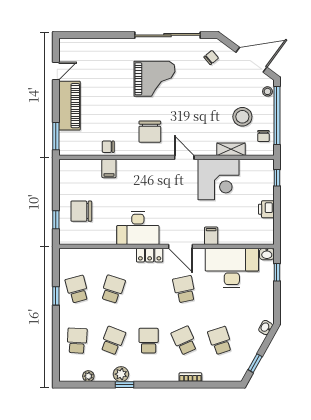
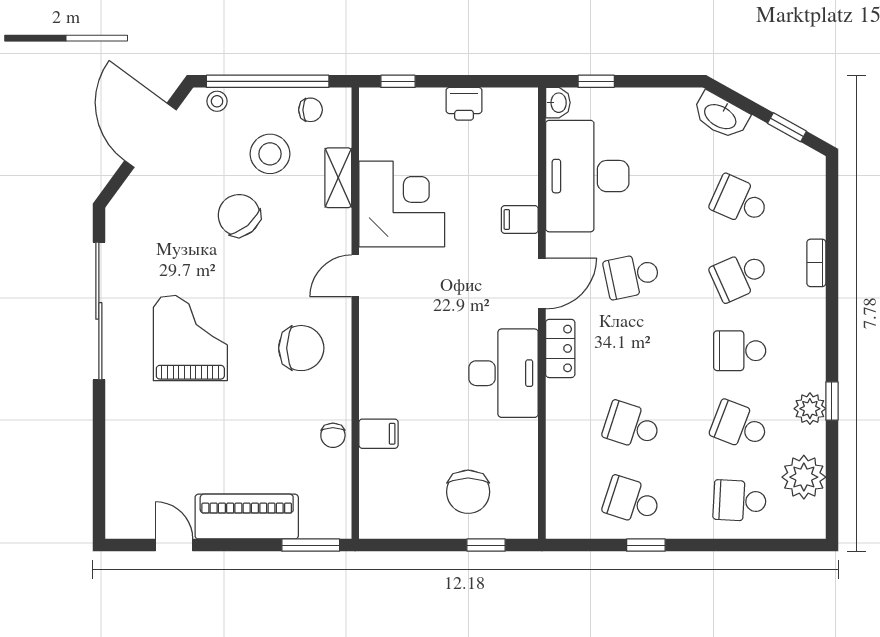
chair: (211, 57) -> (239, 215), moved, width x1.87, depth x1.87
school desk: (77, 289) -> (632, 501), turned 33
washbasin: (266, 327) -> (721, 116), width x1.91, depth x1.45
school desk: (220, 341) -> (740, 201), turned 42
plant: (88, 376) -> (804, 477), width x1.87, depth x1.87

